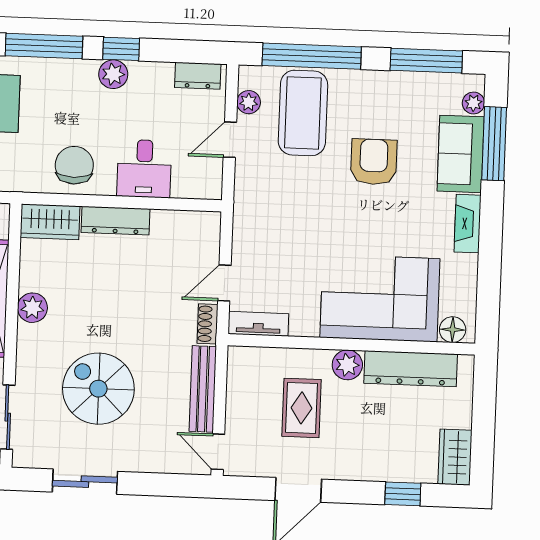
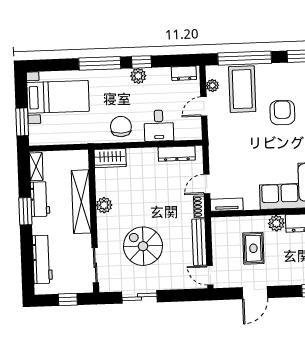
dresser: (115, 221) -> (177, 154), moved

